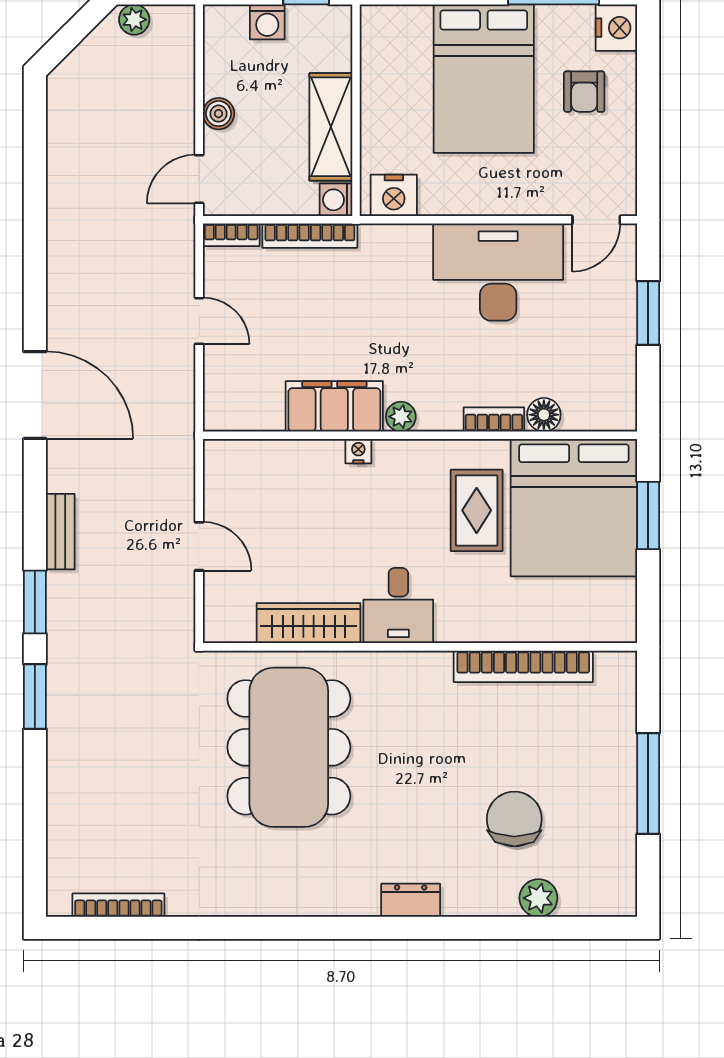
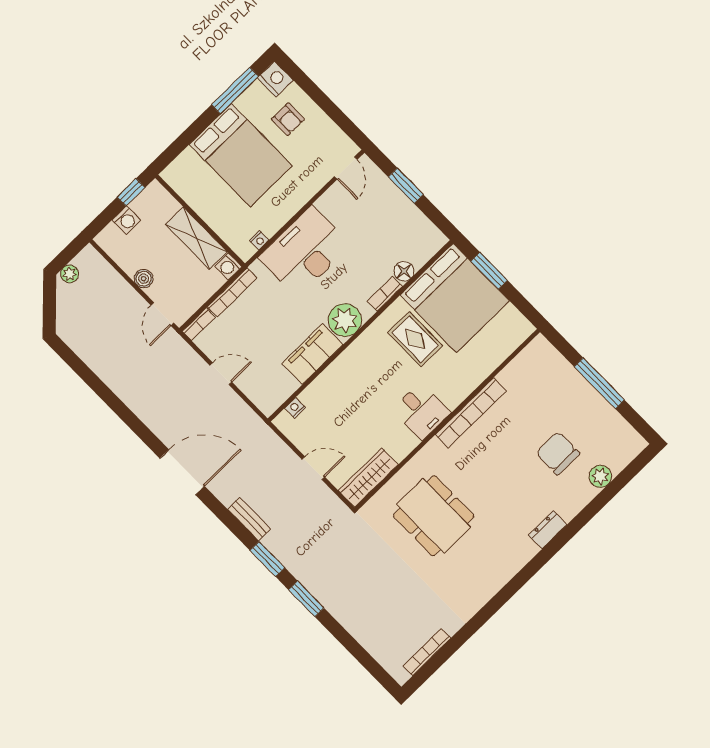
nightstand: (394, 195) -> (259, 240), width x0.53, depth x0.56
desk: (498, 272) -> (305, 251), moved
plant: (401, 417) -> (345, 320), width x1.88, depth x1.88
nightstand: (358, 451) -> (295, 408), moved
wardrobe: (309, 623) -> (368, 478), moved
bookcase: (523, 666) -> (471, 413), moved
dining table: (289, 747) -> (434, 516), width x0.73, depth x0.80

